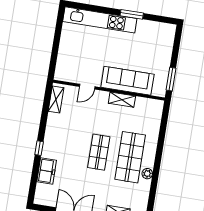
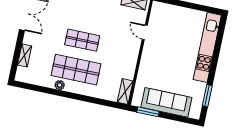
window: (132, 14) -> (207, 96), moved
sofa: (127, 81) -> (166, 102), moved, turned -90
shelving: (122, 100) -> (125, 92), moved

